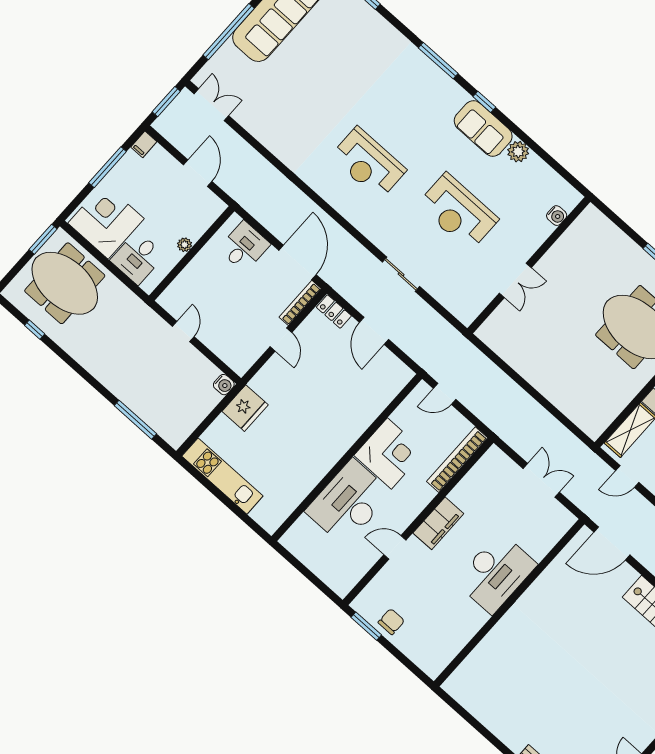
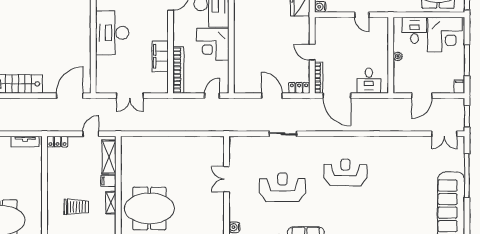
door: (198, 173) -> (422, 96), hinge flipped
filing cabinet: (438, 523) -> (160, 56), moved

